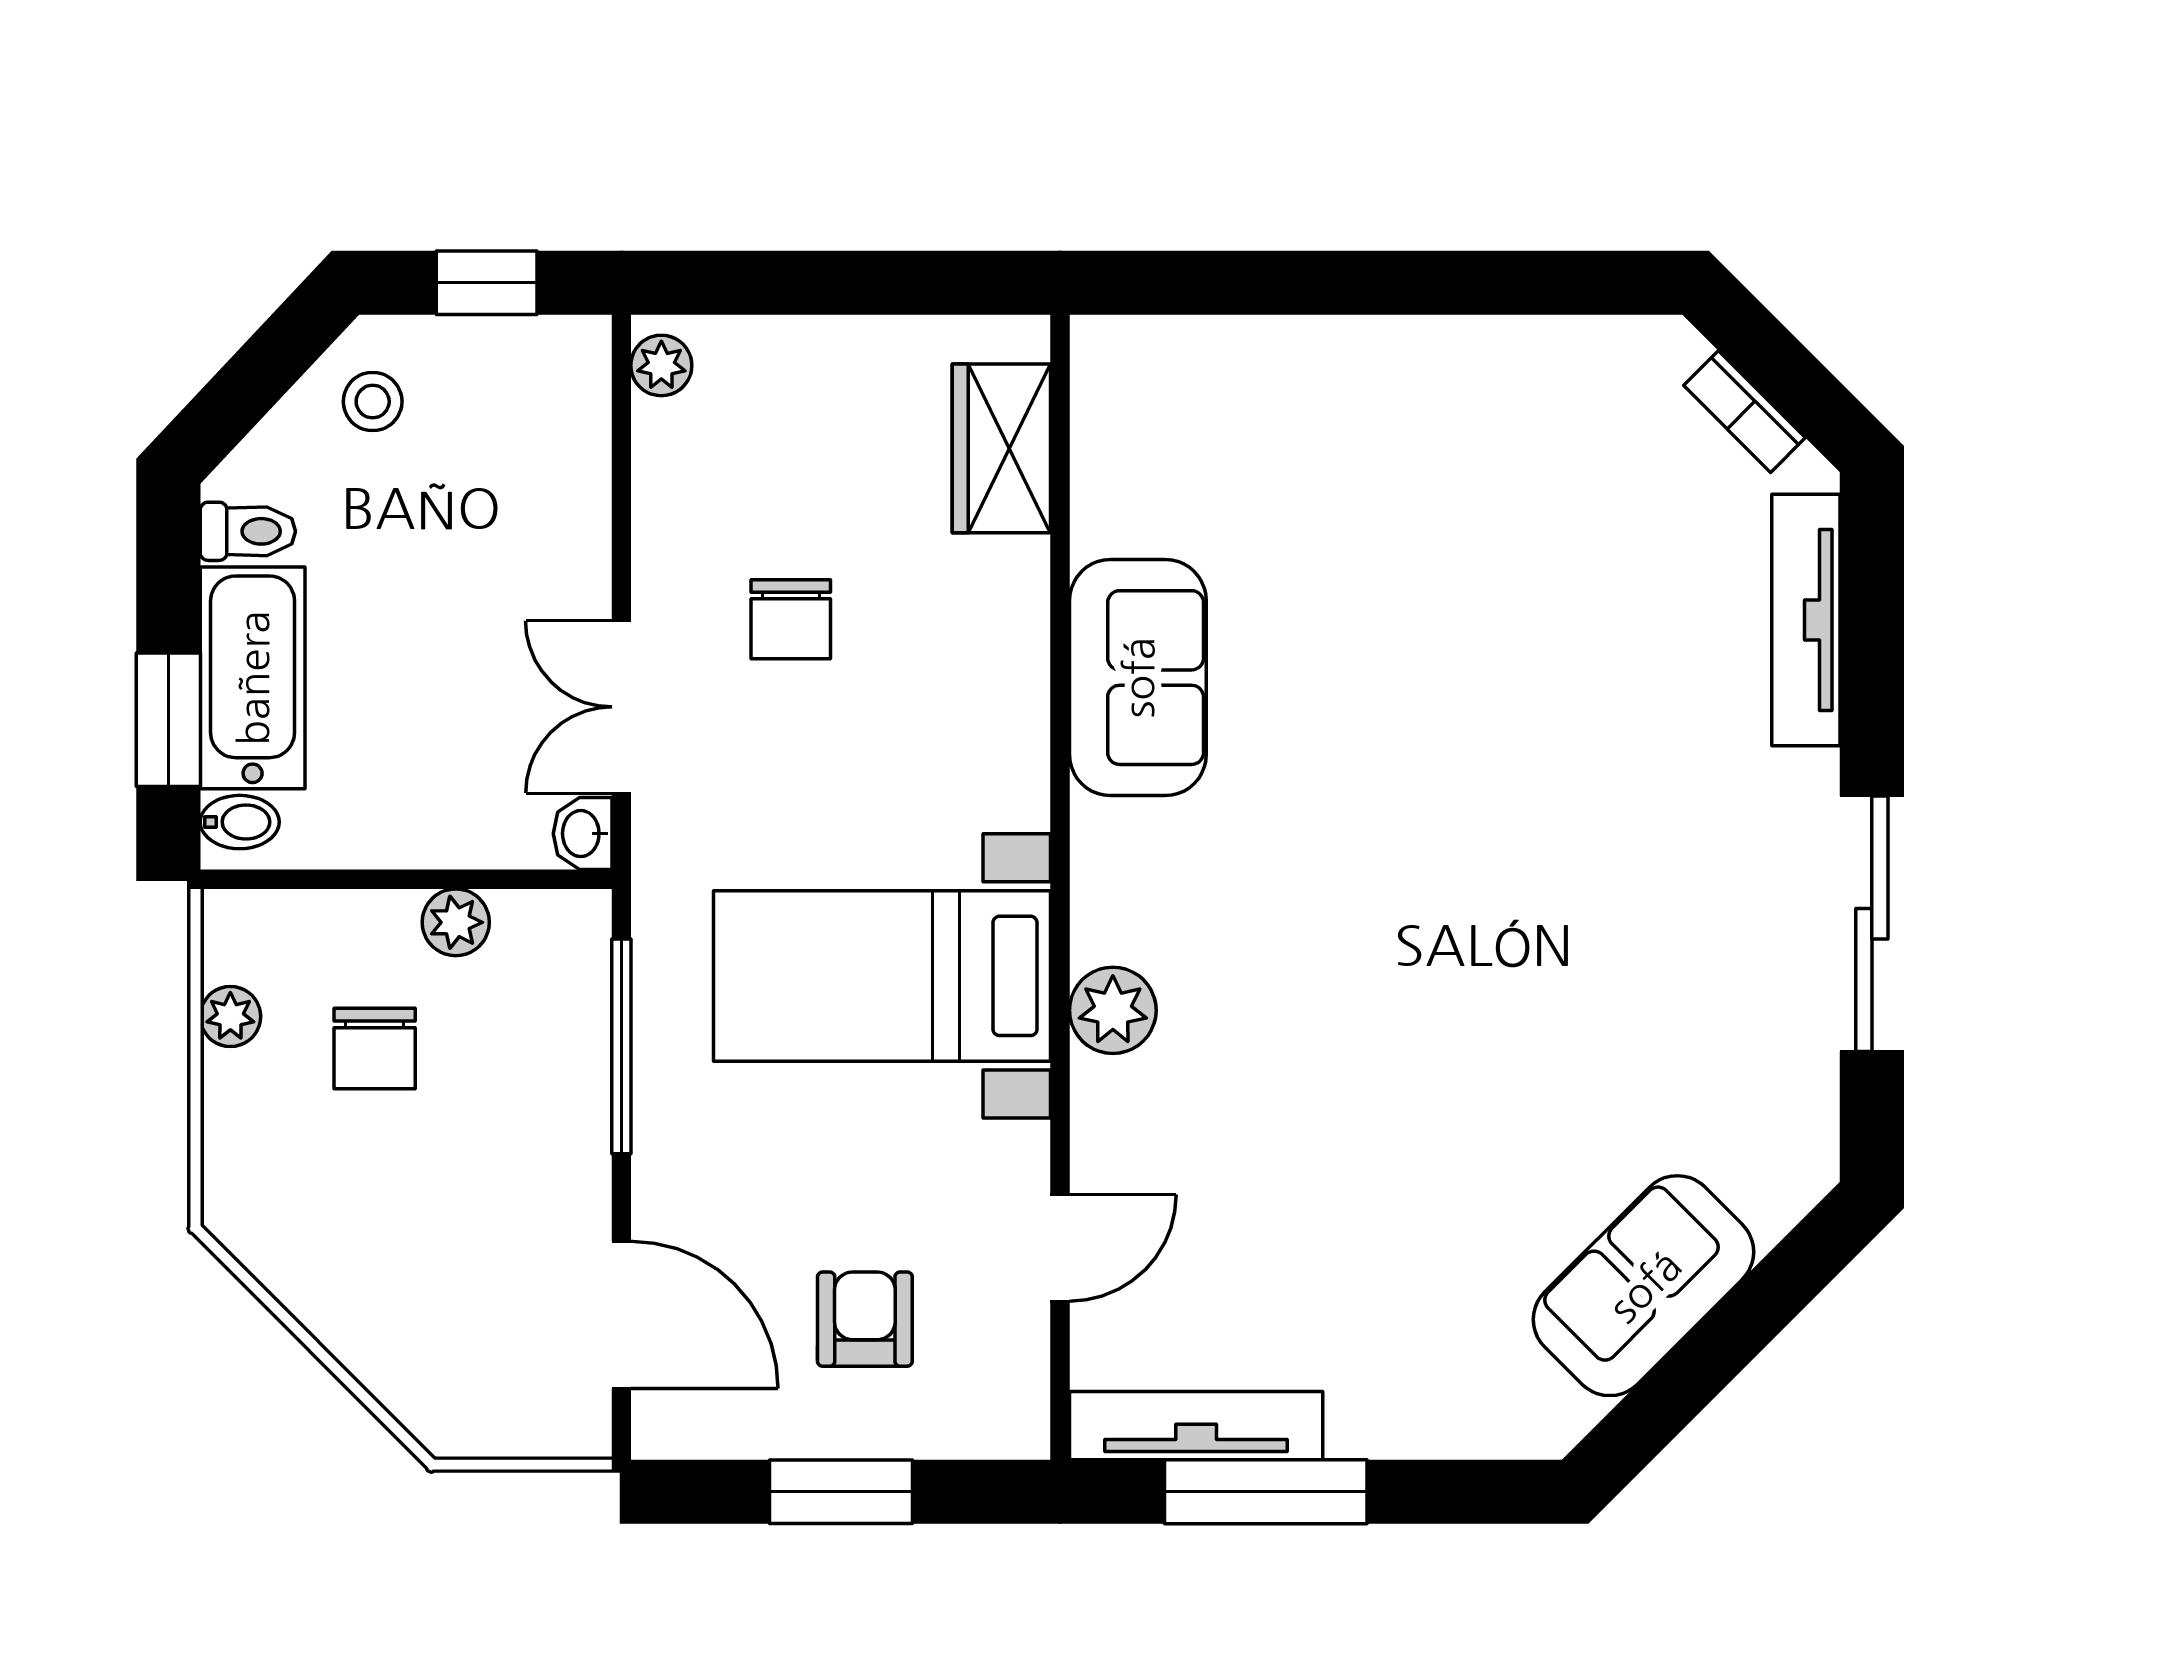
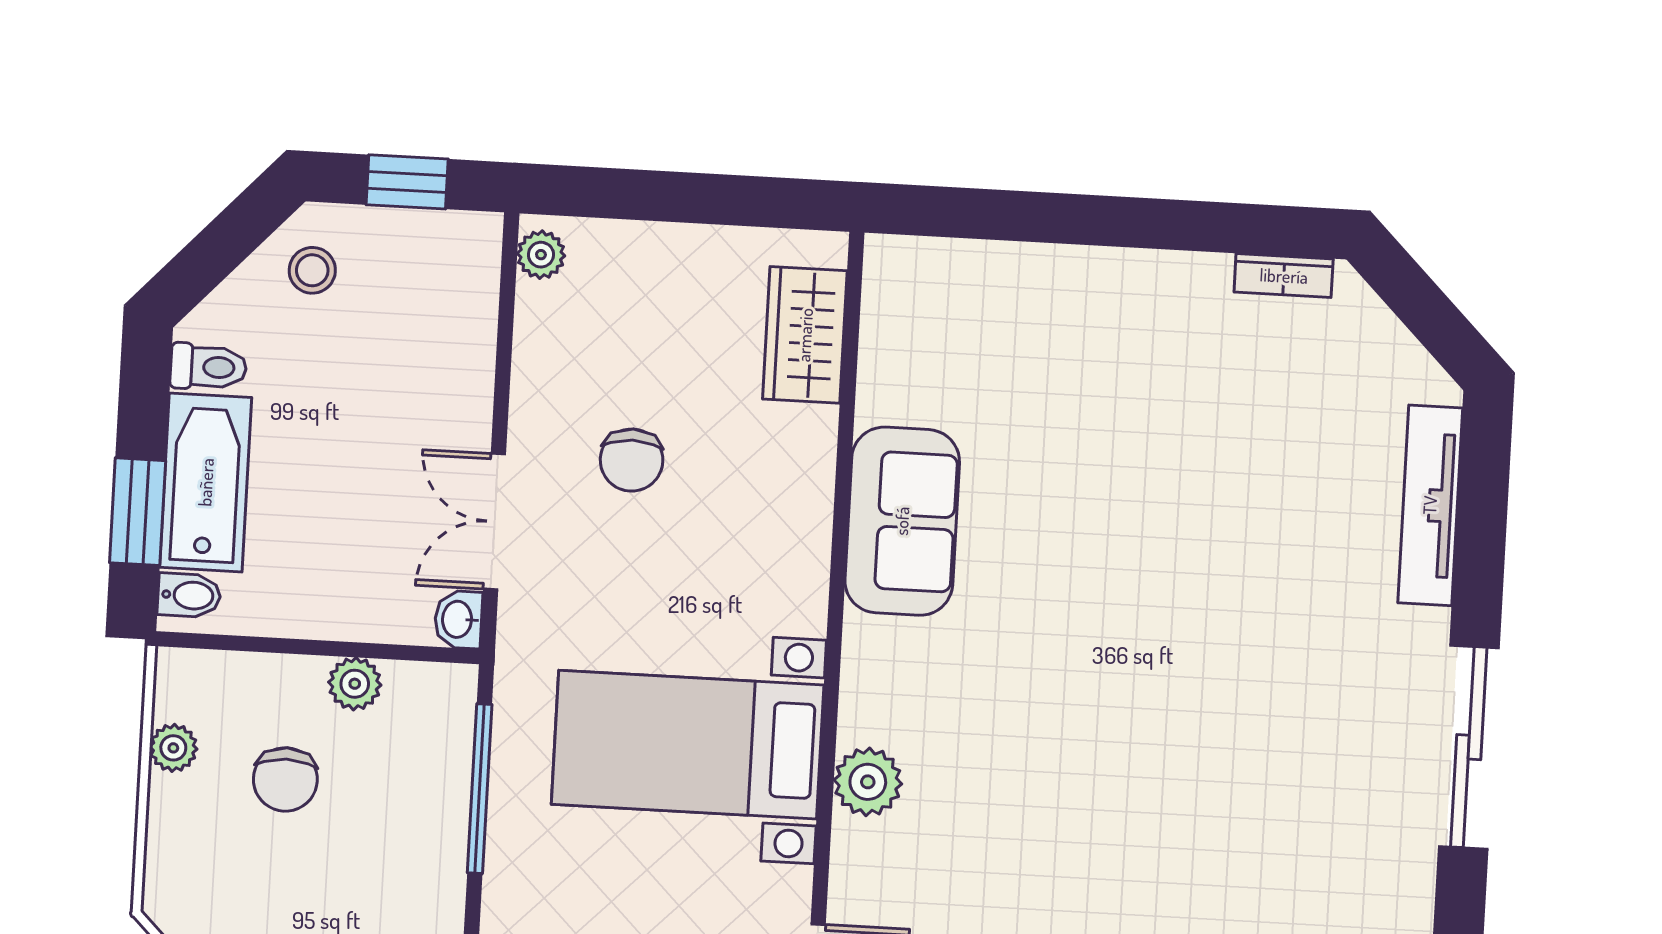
bookcase: (1744, 412) -> (1284, 276), moved, turned -45

